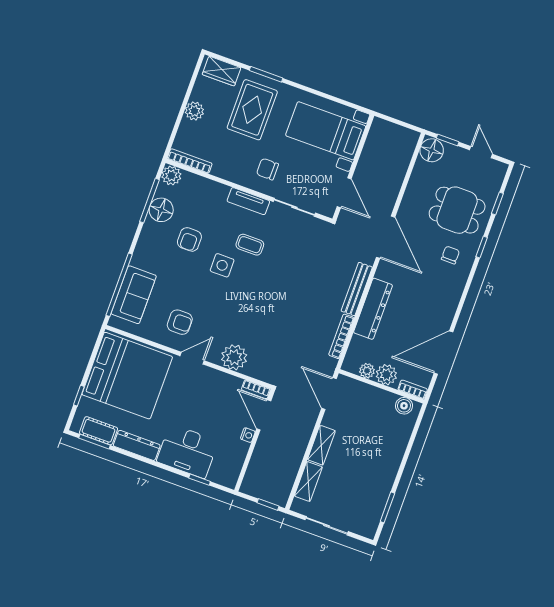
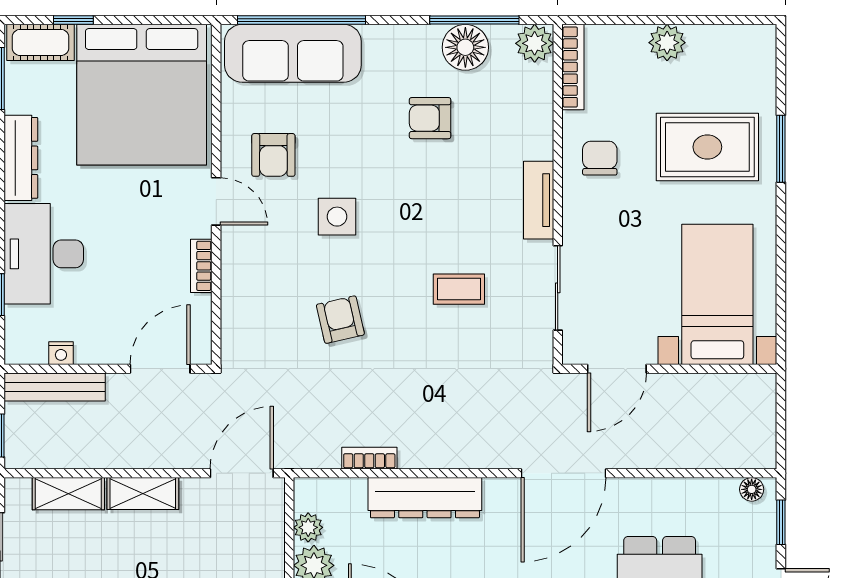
wardrobe: (222, 71) -> (757, 66), removed
floor lamp: (432, 150) -> (752, 489), width x0.53, depth x0.53
chair: (267, 169) -> (600, 158), moved
coffee table: (250, 245) -> (459, 289), moved, turned 90
side table: (222, 265) -> (337, 217), moved
bench: (357, 289) -> (55, 387), moved
sofa: (134, 295) -> (293, 53), width x1.36
armchair: (272, 319) -> (340, 320), added
bookcase: (341, 336) -> (369, 458), width x0.64
plant: (234, 357) -> (245, 277), removed
bookcase: (256, 389) -> (201, 266), moved
cot: (99, 431) -> (40, 42), moved, turned 90
nightstand: (248, 435) -> (61, 353), moved

